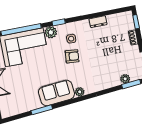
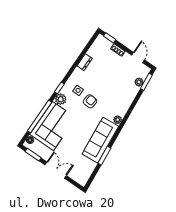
sofa: (56, 93) -> (100, 140), width x1.36

